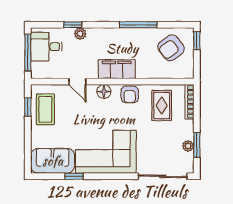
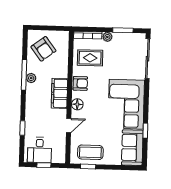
plant: (80, 34) -> (31, 78), moved
window: (197, 41) -> (38, 28), removed
window: (28, 53) -> (44, 165), width x0.46
plant: (188, 146) -> (107, 37), moved

